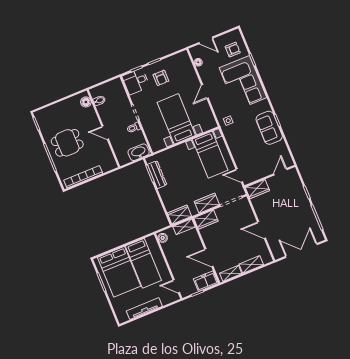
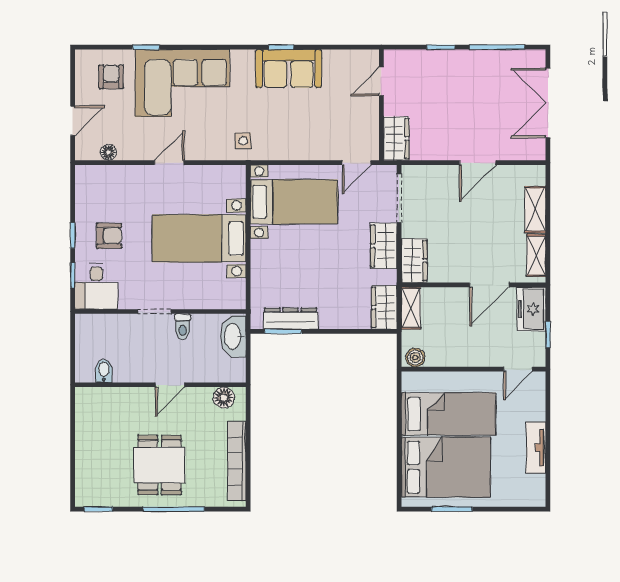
door: (205, 92) -> (169, 163), swing flipped
floor lamp: (86, 102) -> (224, 398), moved
door: (280, 172) -> (381, 81), hinge flipped
tv unit: (144, 309) -> (536, 448), width x0.71

